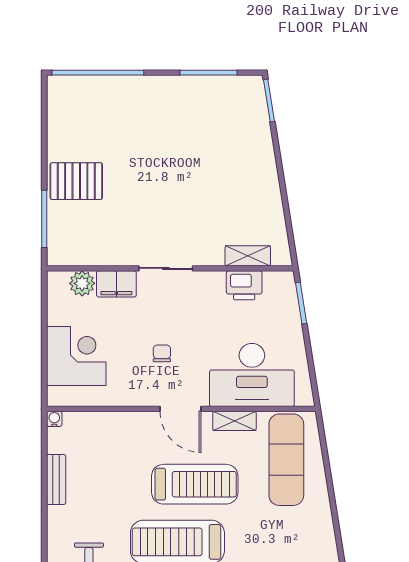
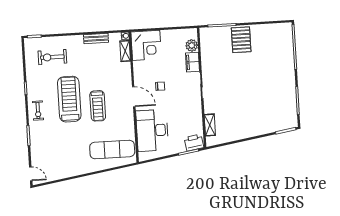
printer: (244, 285) -> (194, 143), moved, turned 81
corner desk: (76, 356) -> (146, 45), moved
door: (180, 409) -> (134, 97), swing flipped
shelving: (234, 421) -> (125, 51), moved
treadmill: (195, 484) -> (98, 106), width x0.73, depth x0.73

